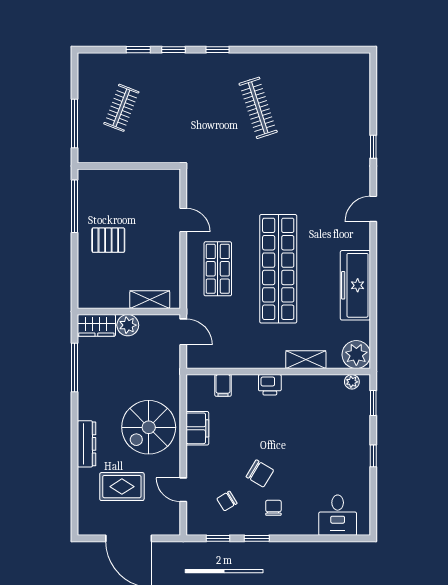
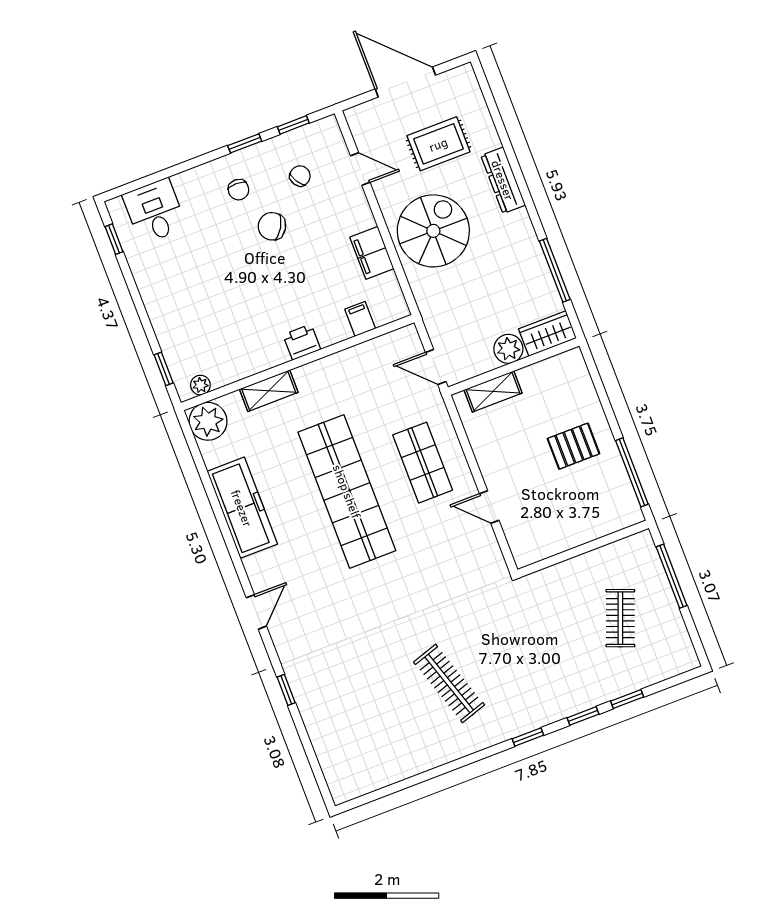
window: (373, 456) -> (114, 239), moved

